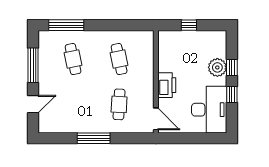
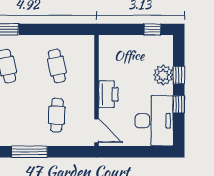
window: (189, 25) -> (152, 29), moved

